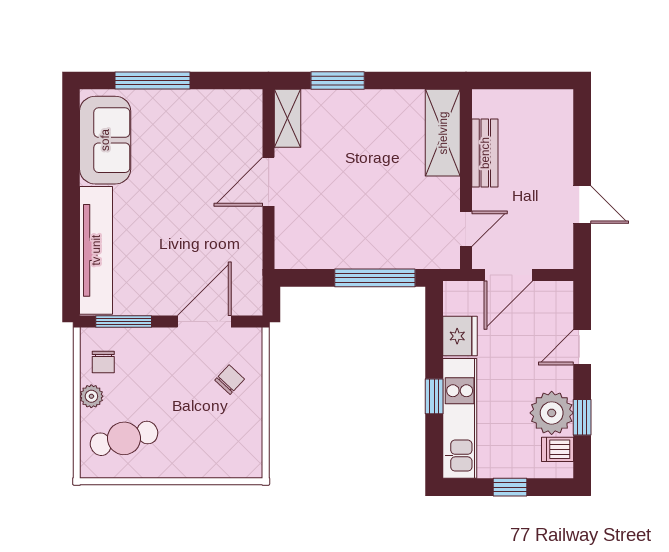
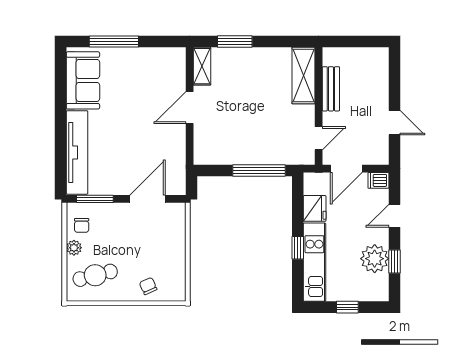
chair: (230, 380) -> (148, 286), moved, turned -67
dishwasher: (558, 449) -> (378, 180), moved

